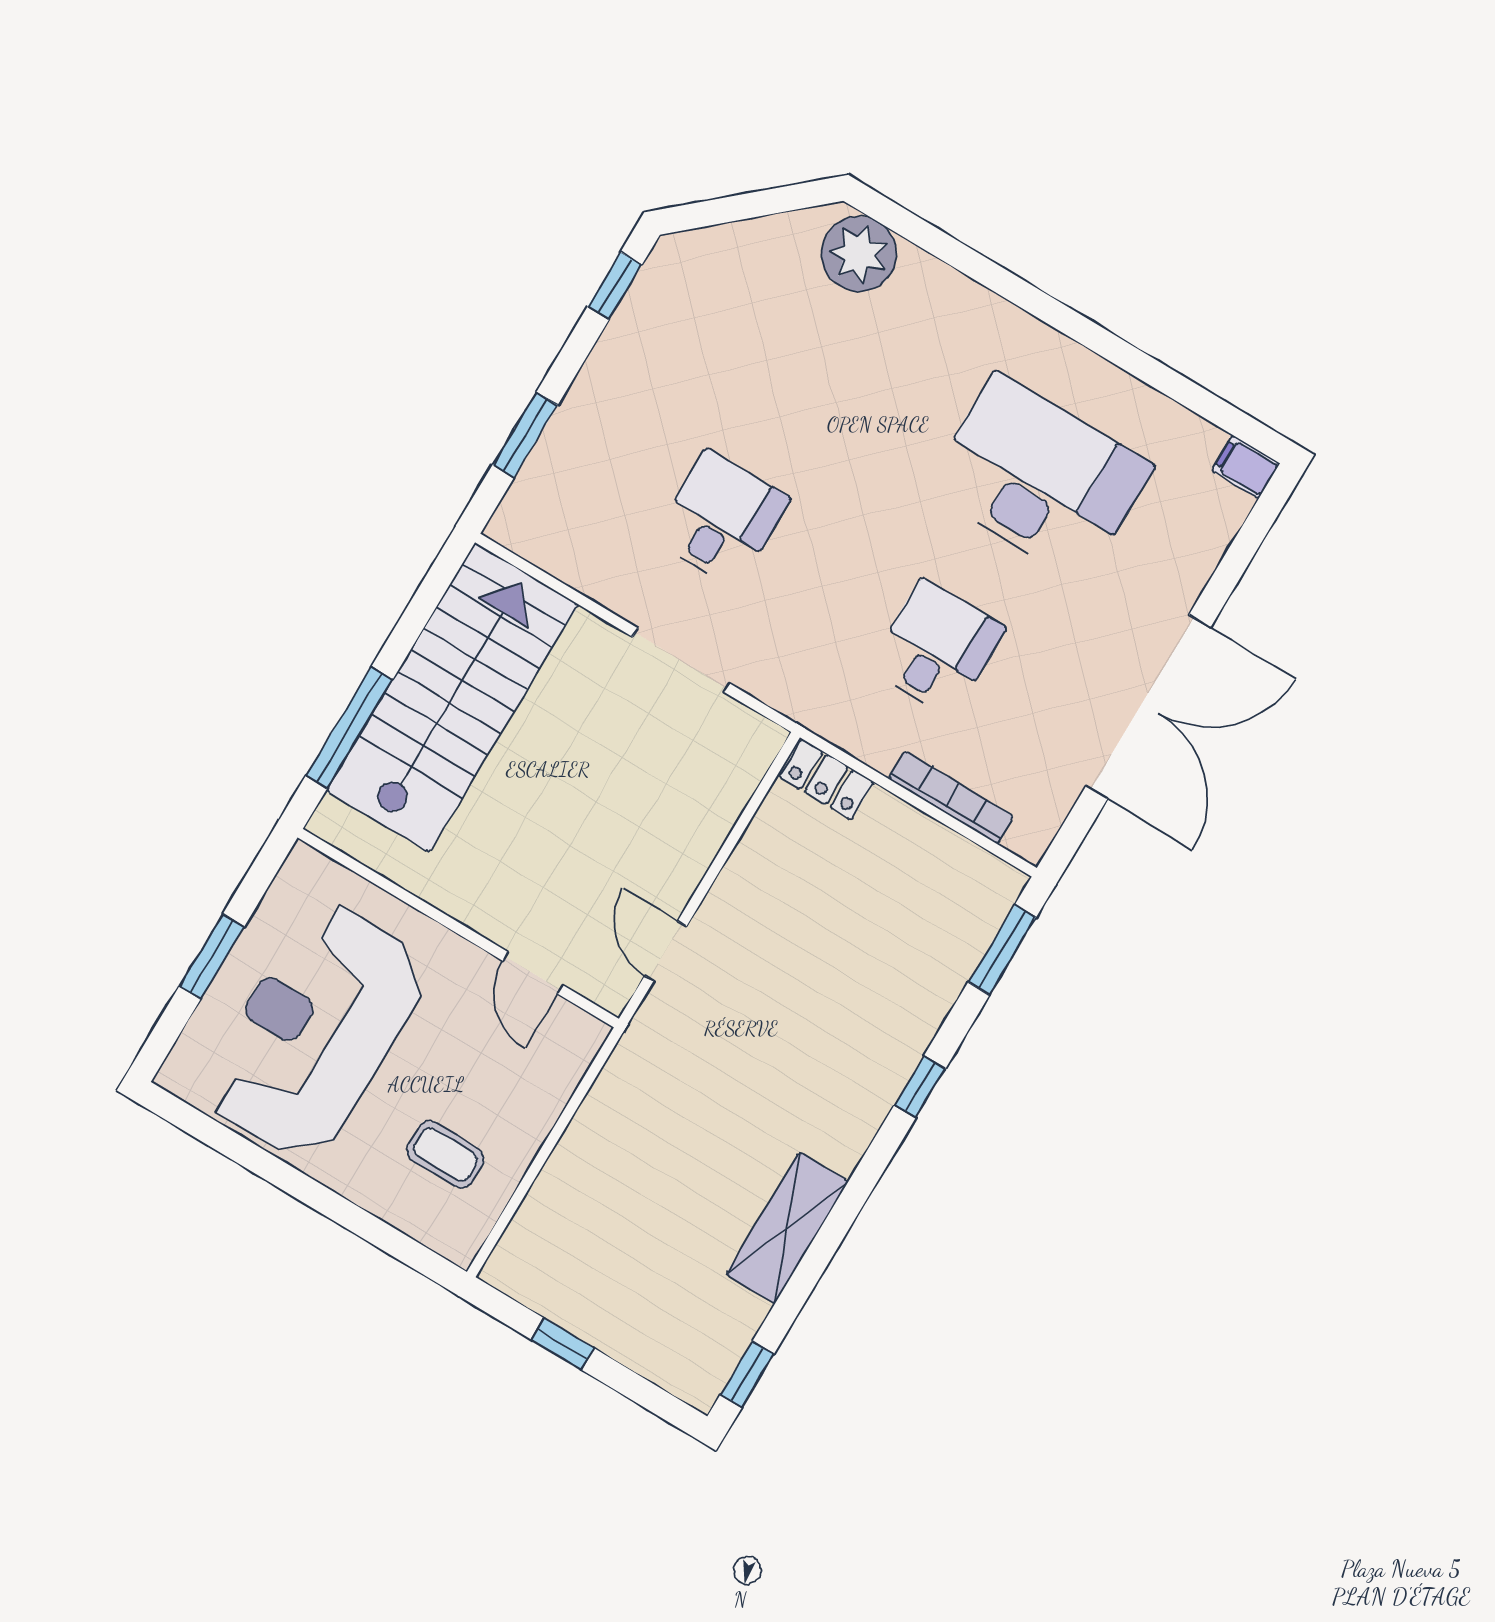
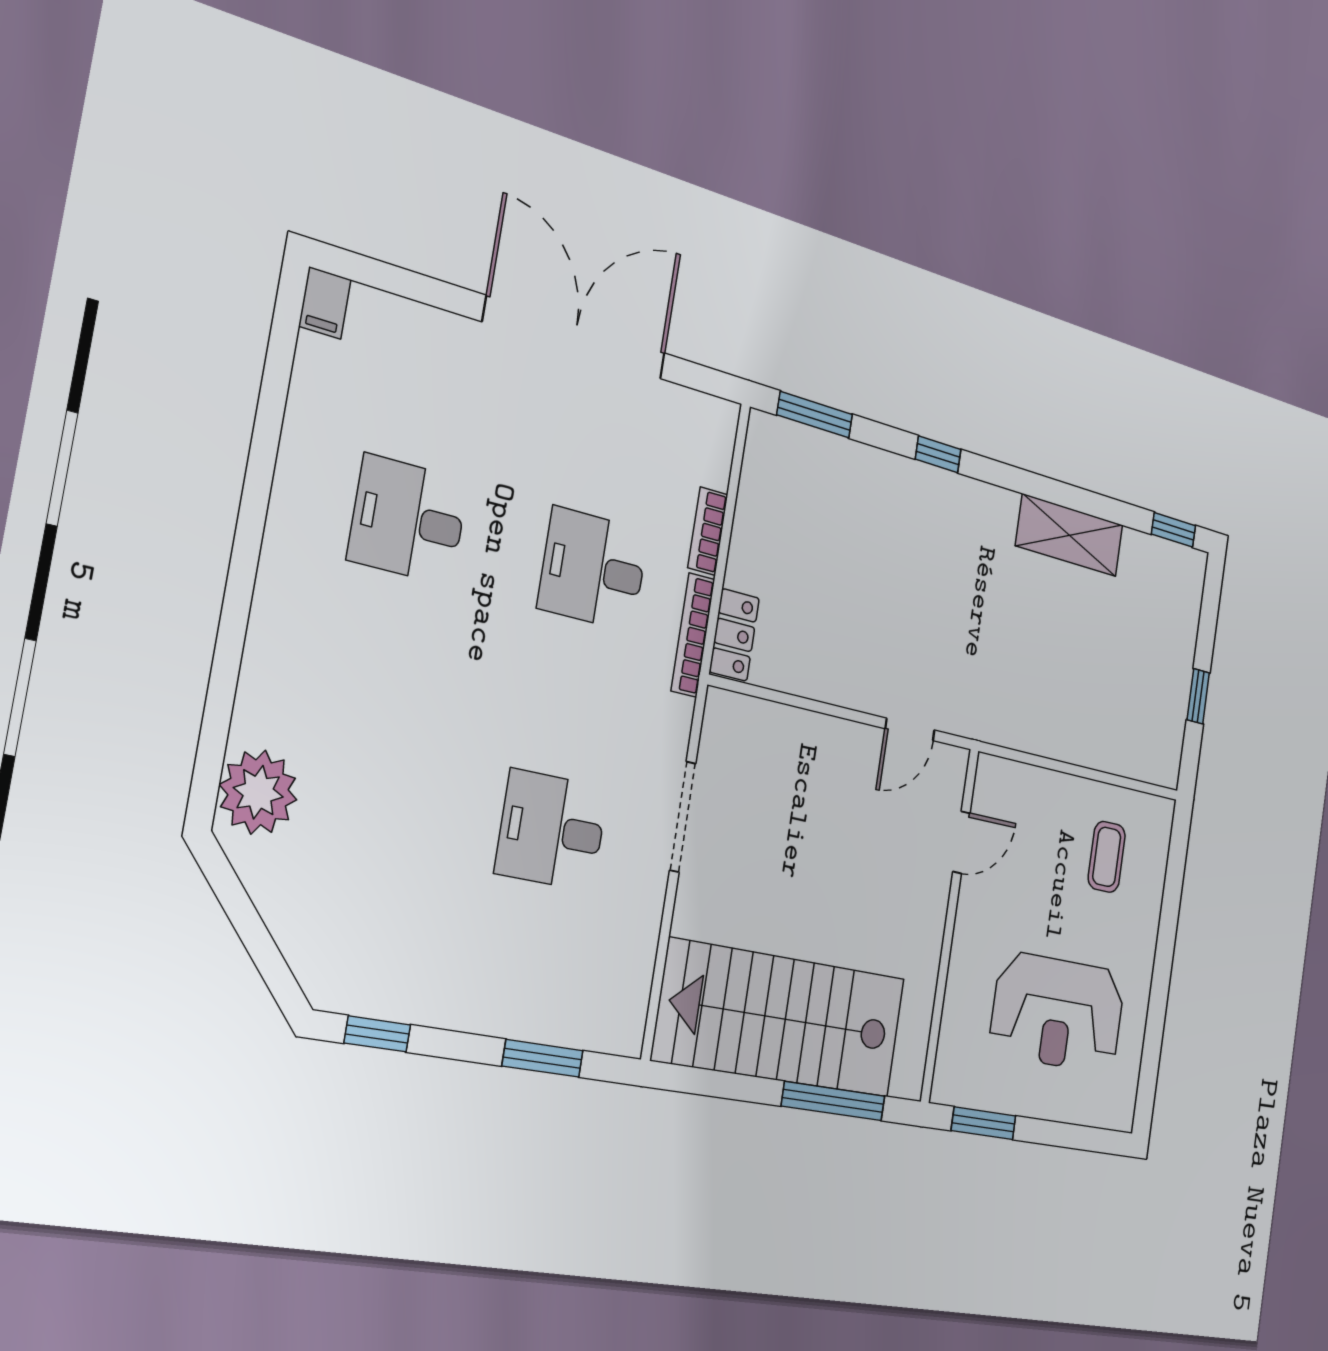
desk: (1039, 478) -> (408, 520), width x0.53, depth x0.77
bookcase: (842, 733) -> (693, 635), added
bookcase: (951, 798) -> (708, 531), width x0.64
window: (212, 957) -> (984, 1123), moved
reception desk: (315, 1031) -> (1058, 1013), width x0.74, depth x0.77

